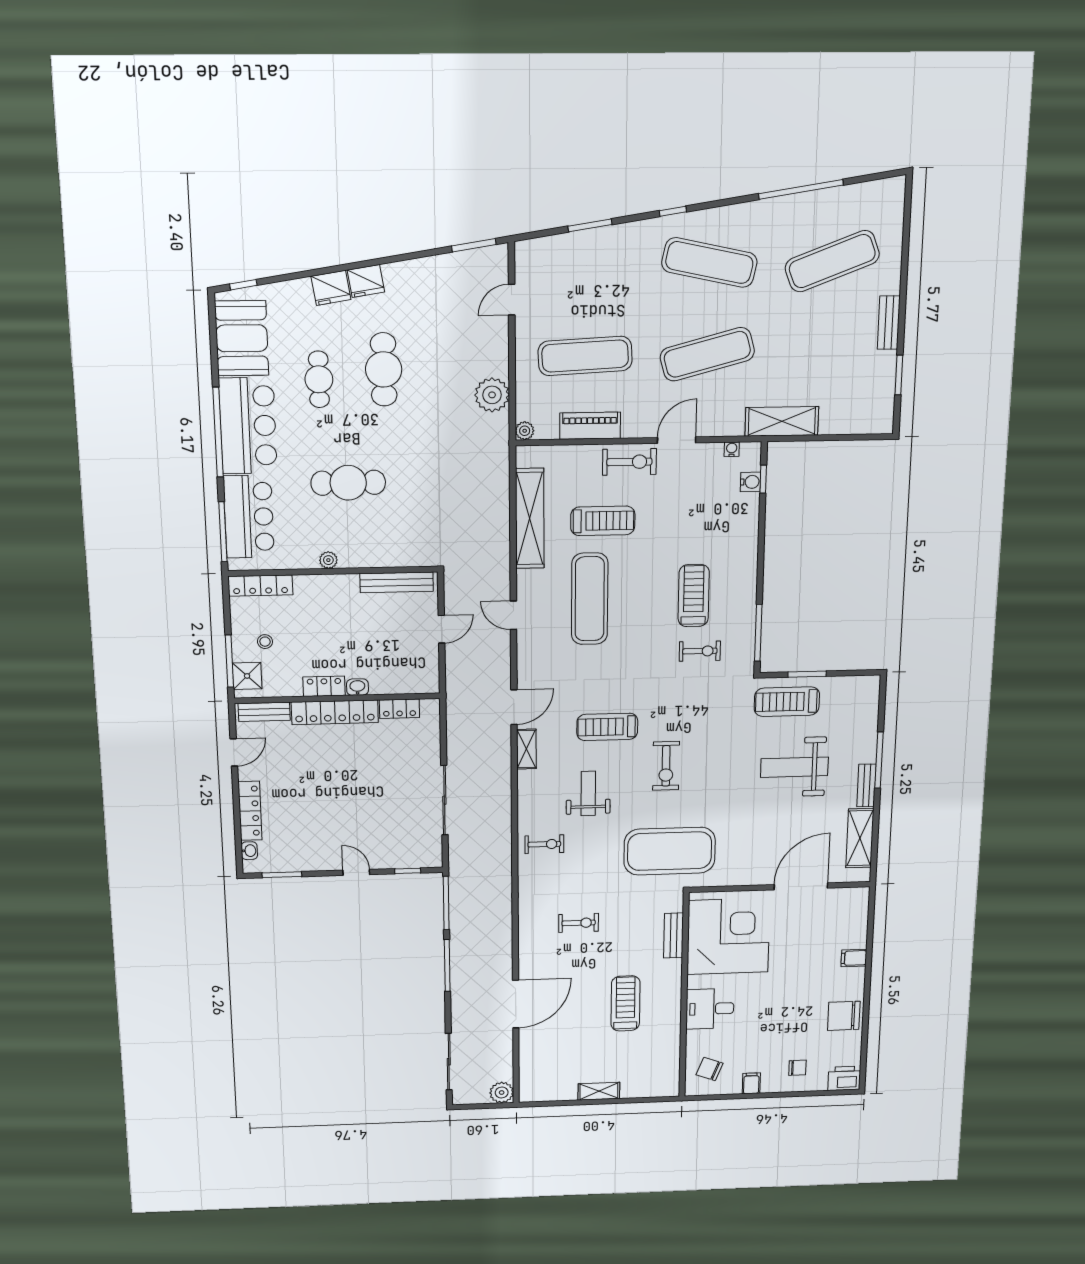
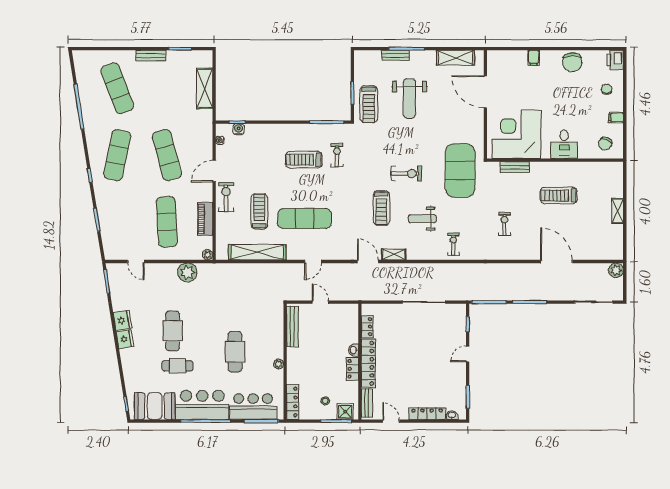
fridge: (331, 288) -> (122, 320), moved
cafe table: (384, 369) -> (173, 331), turned 90
shelving: (782, 421) -> (205, 88), moved
door: (677, 440) -> (214, 171), hinge flipped
bench: (867, 785) -> (395, 55), moved

